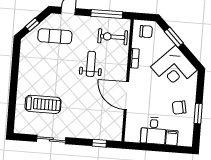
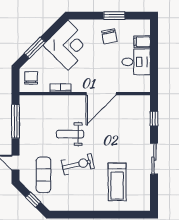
exercise bike: (113, 37) -> (78, 164), moved, turned -103
treadmill: (43, 104) -> (117, 182), turned 180
sliding door: (51, 140) -> (154, 159), moved

